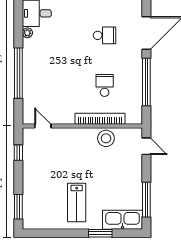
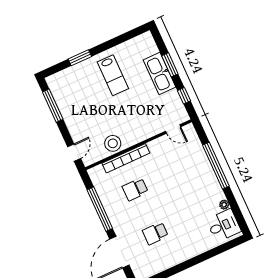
school desk: (105, 85) -> (135, 189), turned 90
door: (146, 146) -> (74, 153), swing flipped
lab bench: (77, 202) -> (113, 75), turned 180
window: (18, 207) -> (170, 65), moved
kitchen sink: (123, 220) -> (160, 74), moved, turned 90

